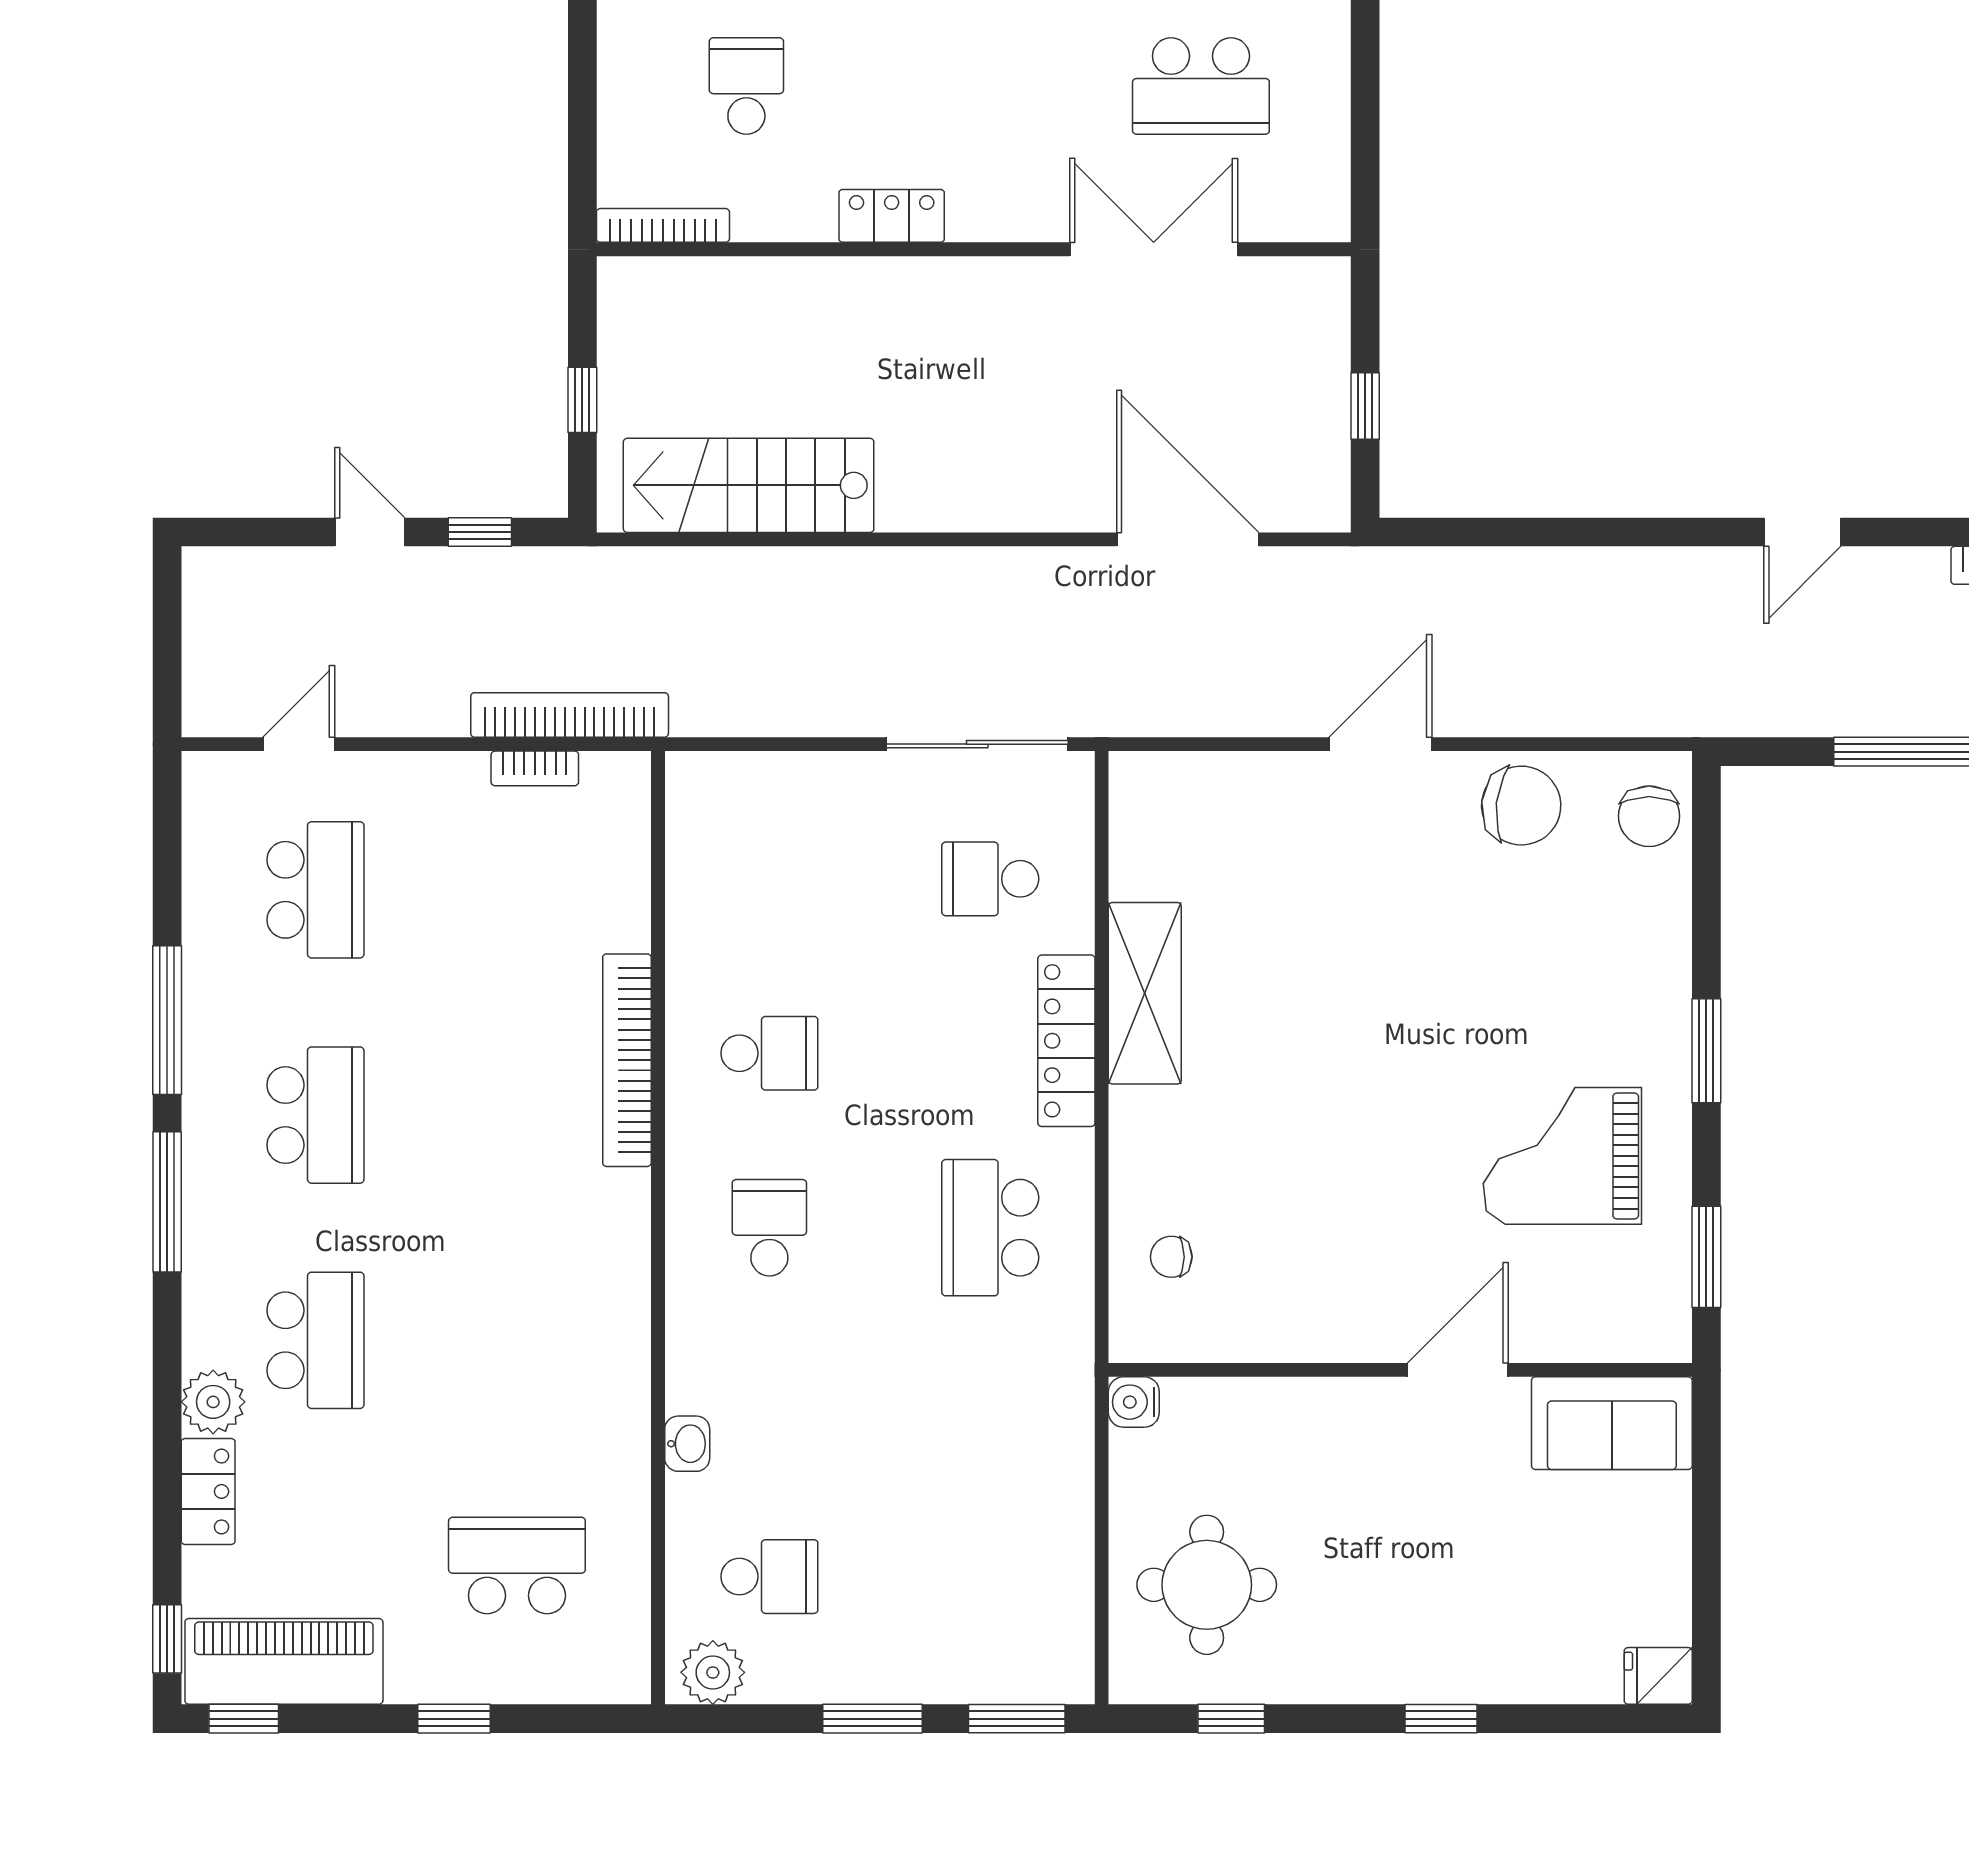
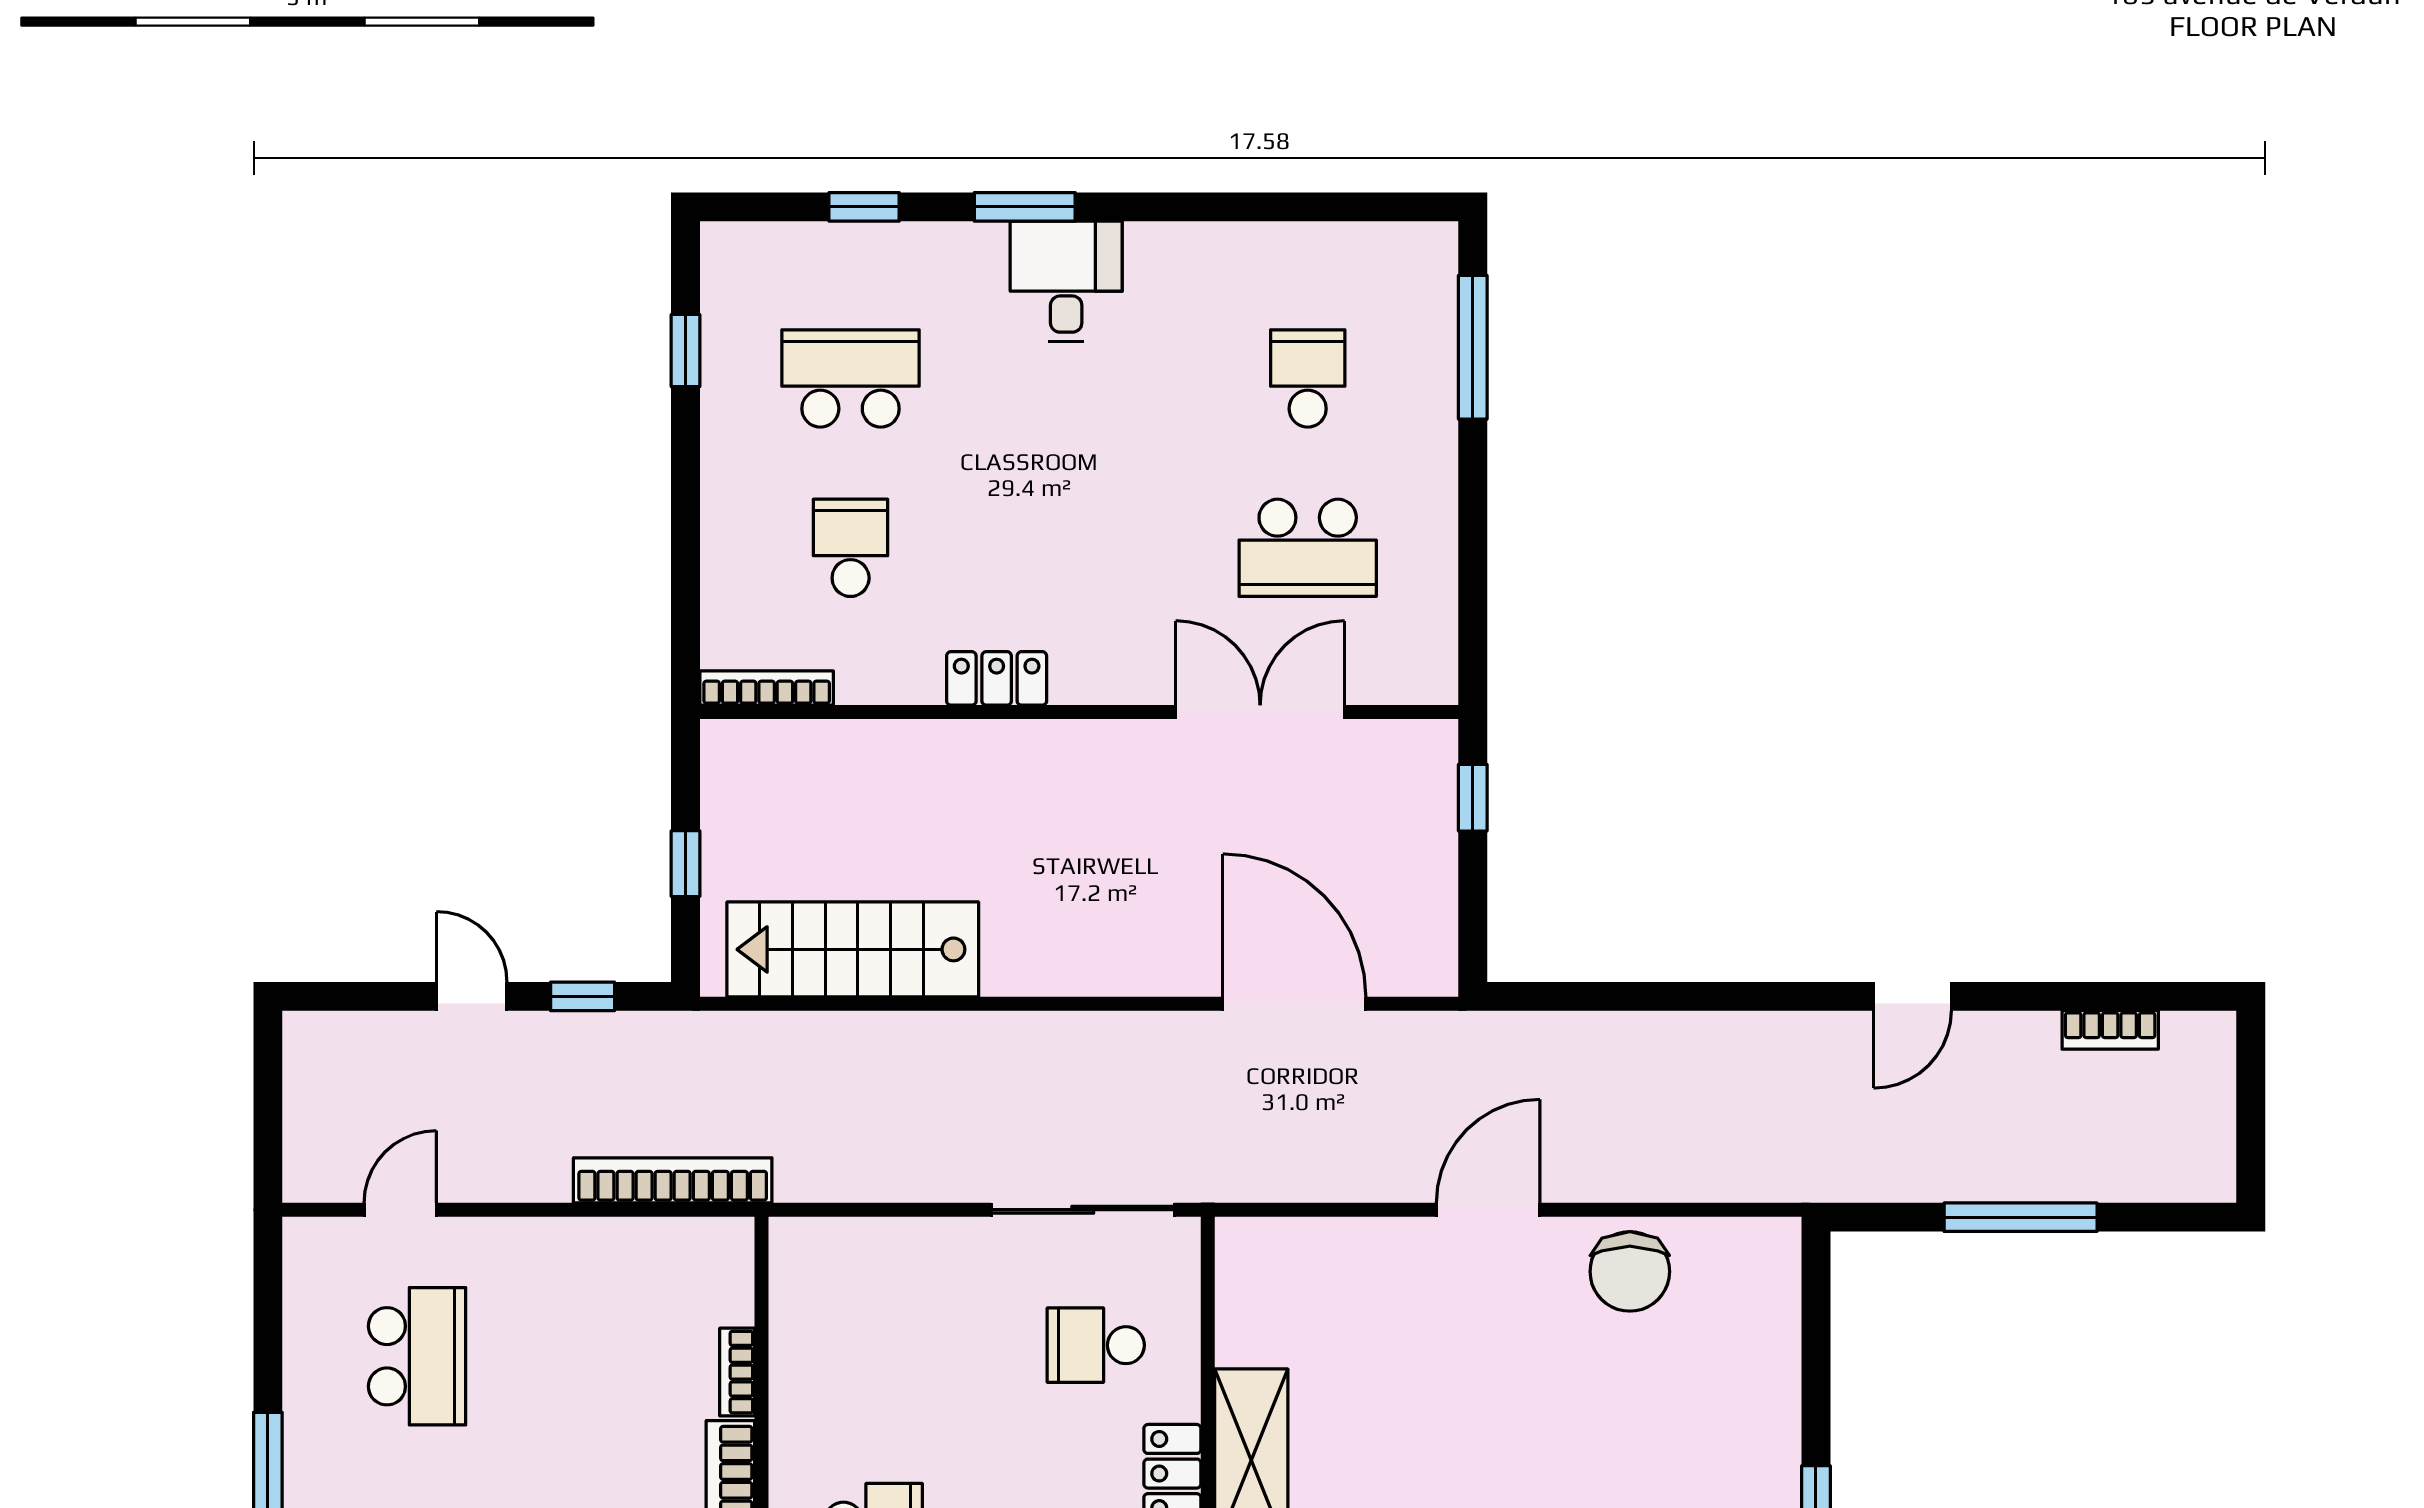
window: (1365, 406) -> (1473, 798), moved
bookcase: (535, 768) -> (737, 1372), moved, turned 90
chair: (1521, 806) -> (1630, 1271), turned 84
chair: (1649, 816) -> (1758, 1282), removed

